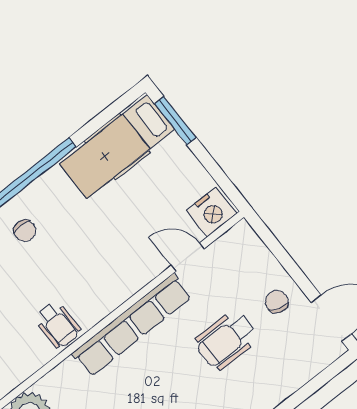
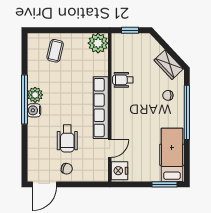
wheelchair: (226, 340) -> (67, 138), turned 180

